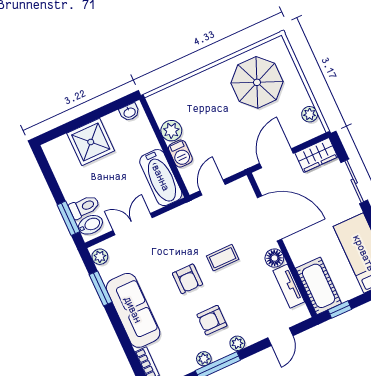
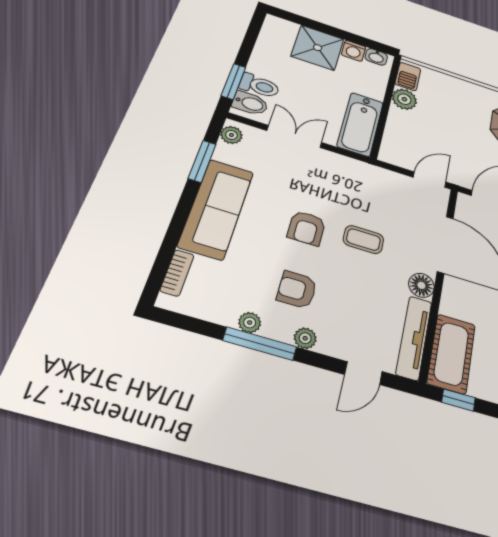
washing machine: (113, 122) -> (354, 51), added
barbecue: (180, 154) -> (408, 76), moved
door: (213, 188) -> (430, 180), moved
tv unit: (289, 286) -> (414, 338), width x1.41

